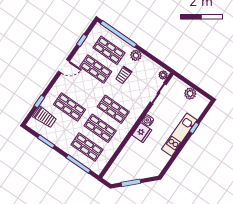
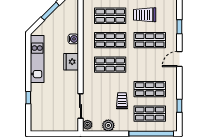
plant: (136, 55) -> (108, 125), moved
door: (64, 66) -> (179, 59), moved
plant: (190, 94) -> (53, 125), removed
trolley: (45, 117) -> (145, 15), moved
water cooler: (148, 120) -> (73, 39), moved
kitchen unit: (179, 135) -> (37, 59), moved

